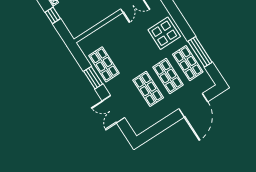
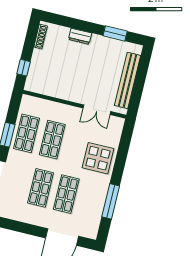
window: (53, 15) -> (24, 68), moved
shop shelf: (188, 63) -> (52, 140), moved

